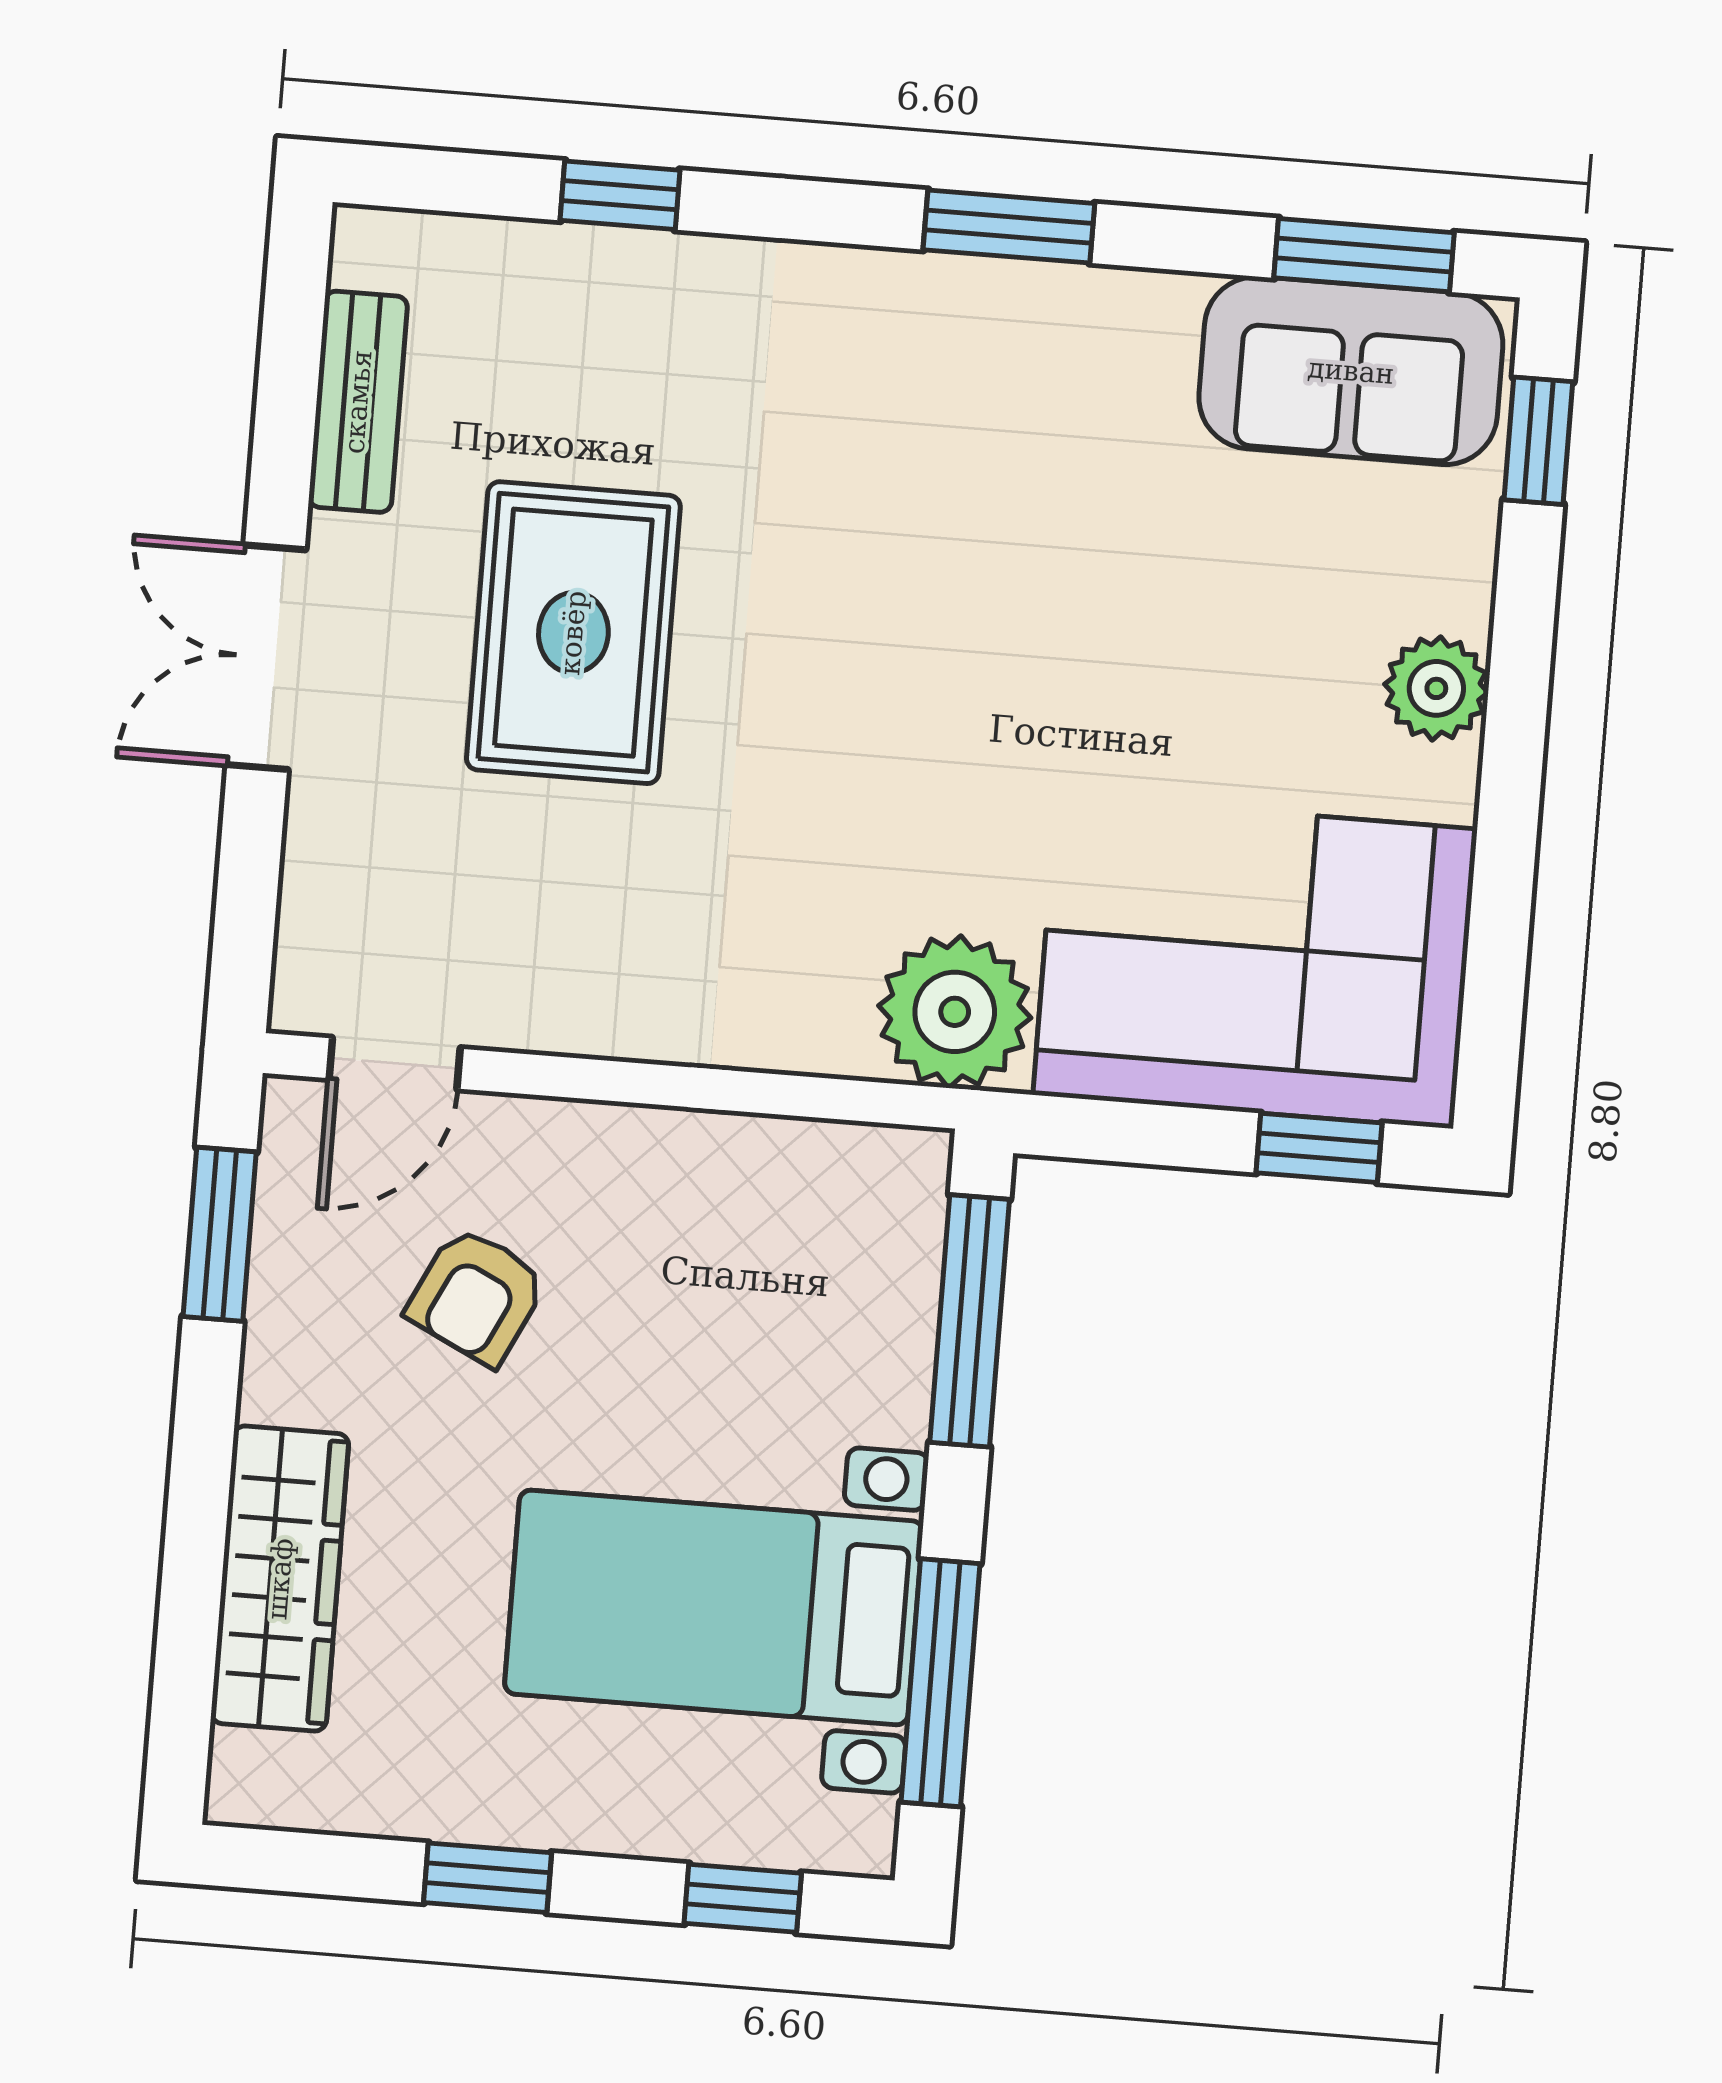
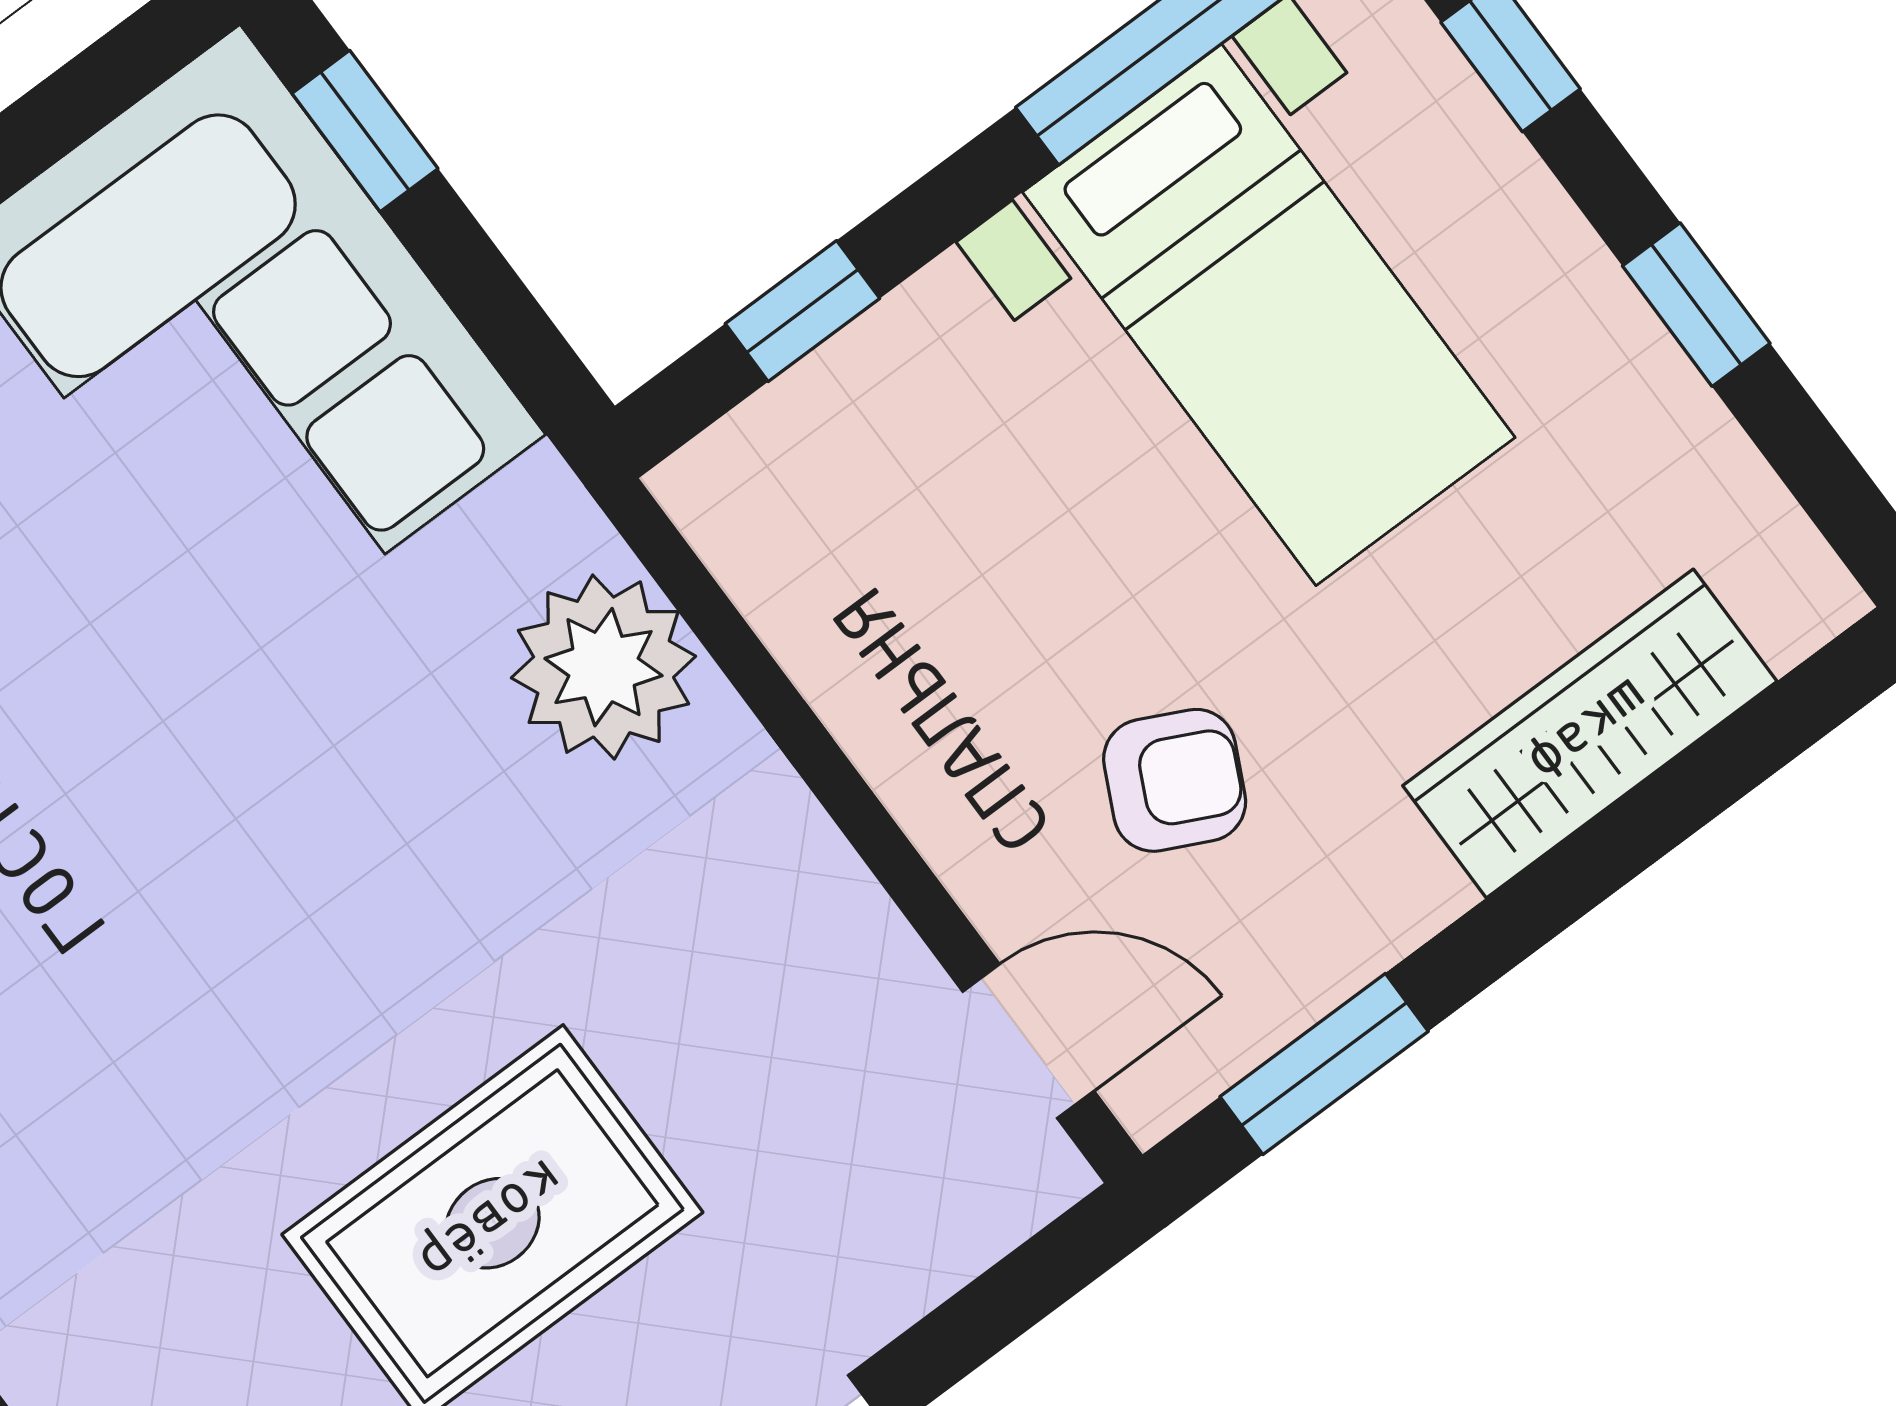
plant: (955, 1012) -> (604, 667), moved
window: (970, 1321) -> (802, 311), width x0.46

